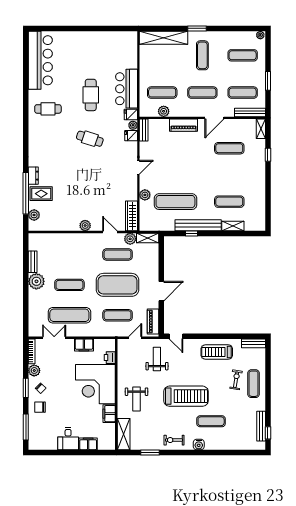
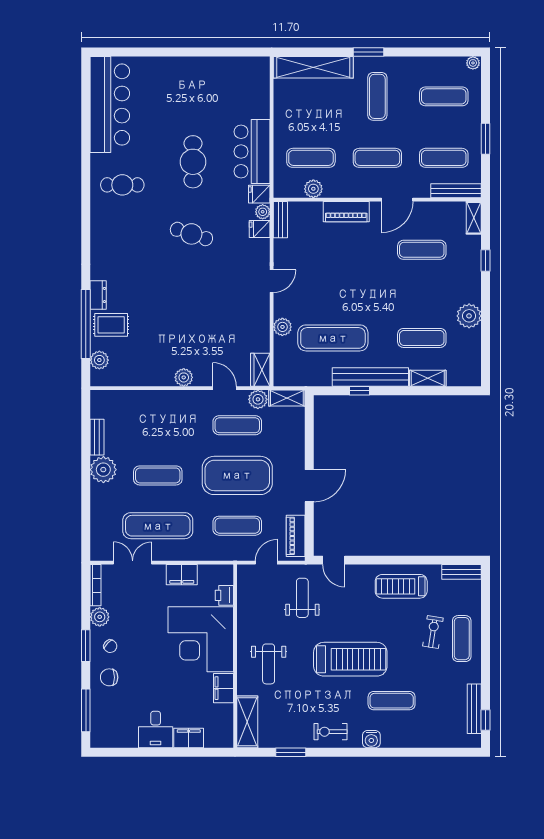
plant: (258, 188) -> (469, 316), added
wardrobe: (132, 216) -> (260, 370), width x0.67

